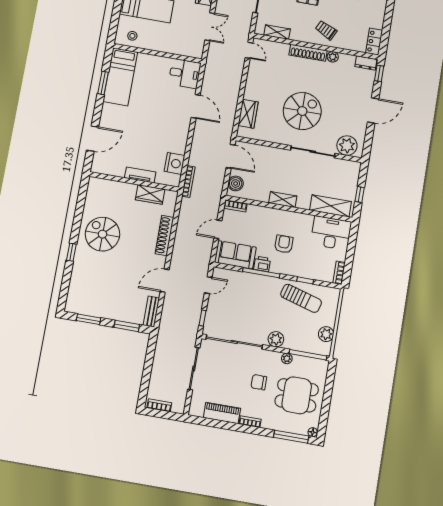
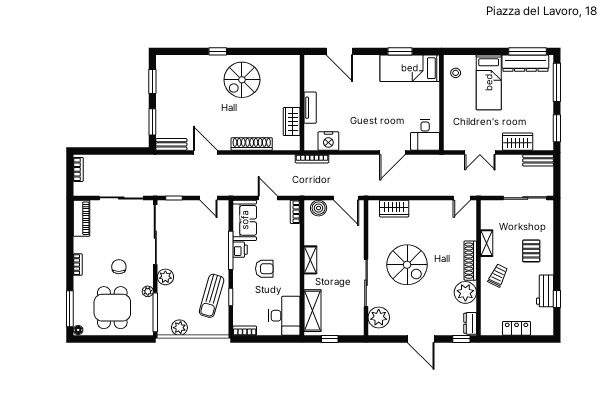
shelving: (277, 32) -> (487, 243), moved
locker: (374, 42) -> (517, 328), moved
plant: (333, 57) -> (465, 292), width x1.87, depth x1.87
door: (231, 156) -> (346, 198), hinge flipped
spiral stairs: (102, 234) -> (242, 80), turned 180
piano: (222, 413) -> (82, 218), moved

